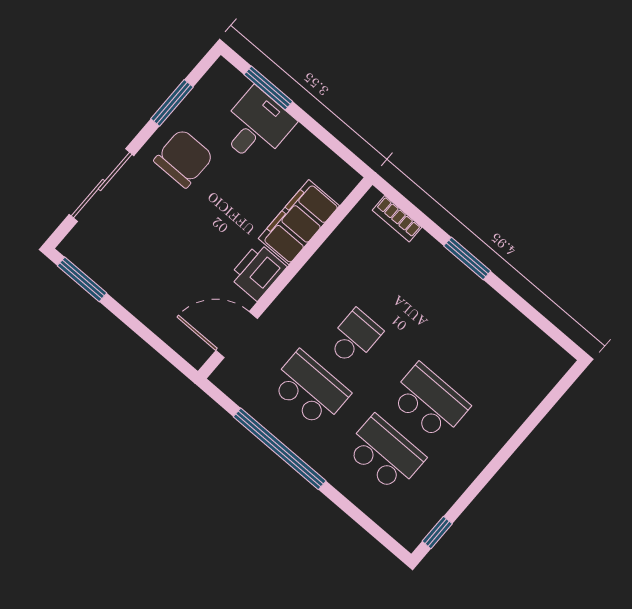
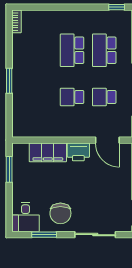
window: (268, 88) -> (9, 169), moved
desk: (256, 126) -> (25, 217), moved, turned -90
chair: (184, 158) -> (60, 213), turned -90
bookcase: (397, 219) -> (16, 21), moved
school desk: (310, 389) -> (104, 97), width x0.54

